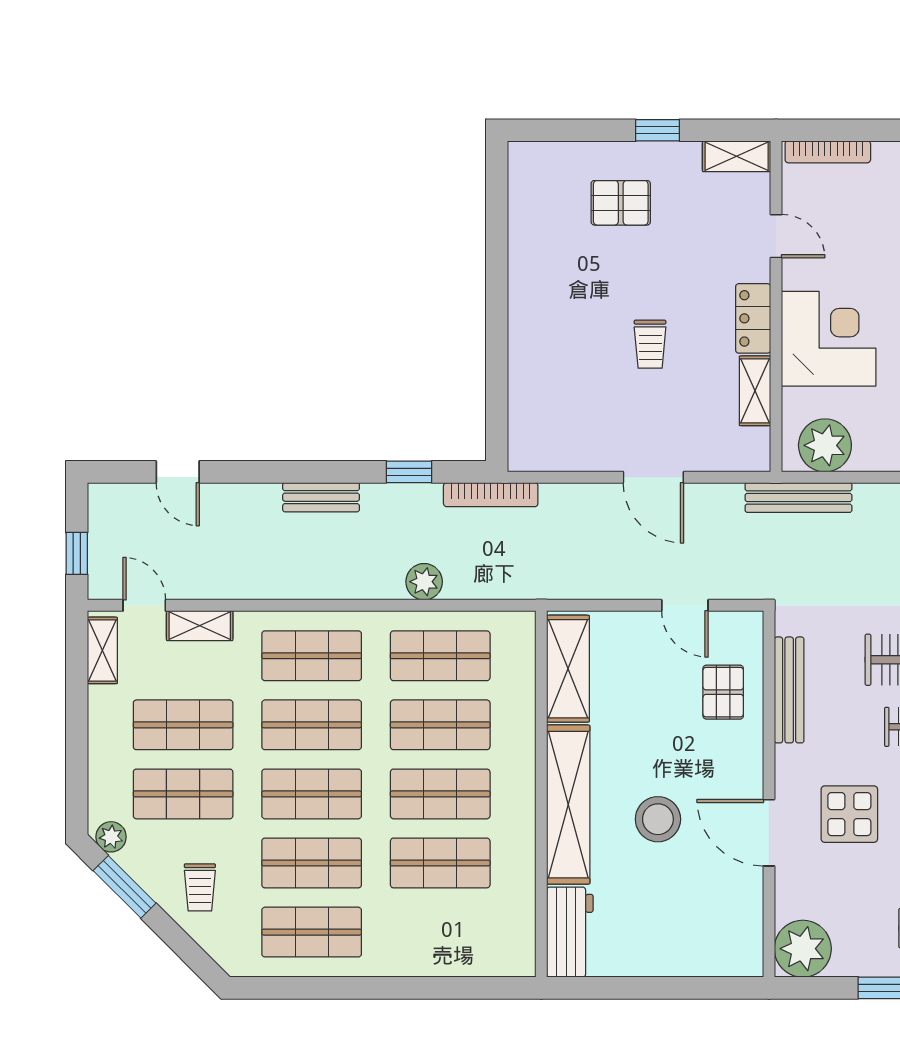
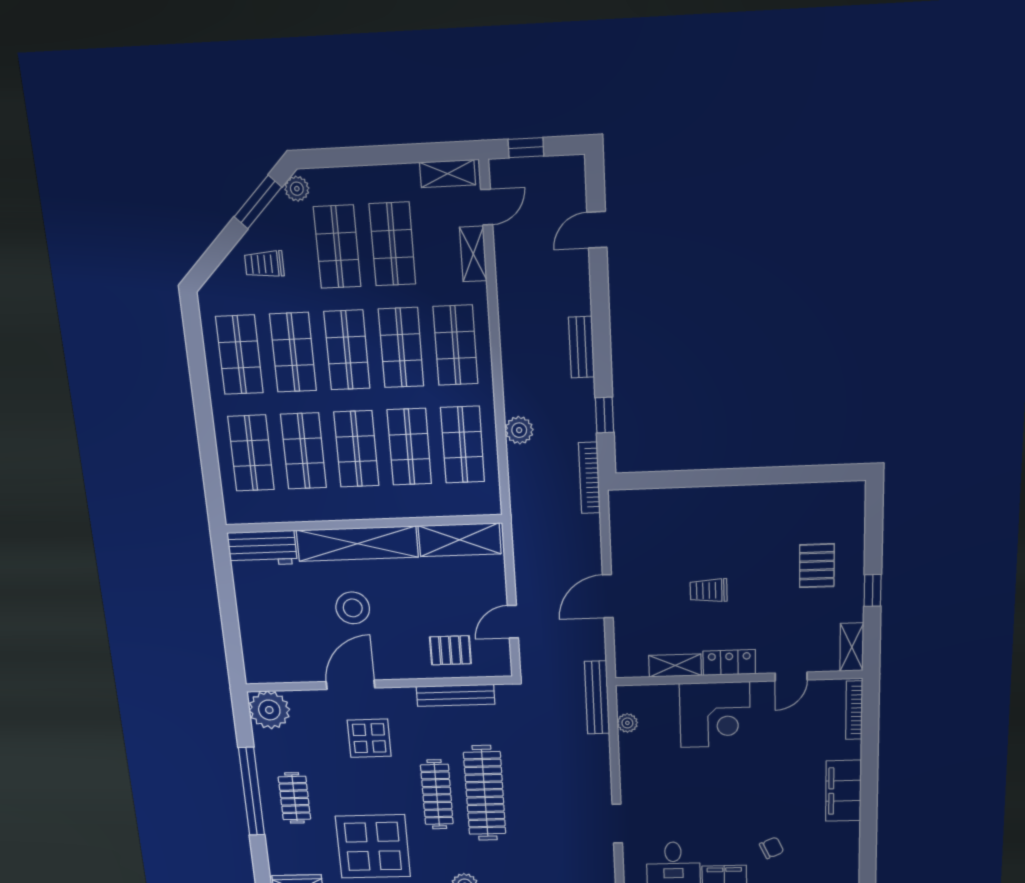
plant: (825, 445) -> (627, 723), width x0.53, depth x0.53
shop shelf: (440, 932) -> (251, 453), added

